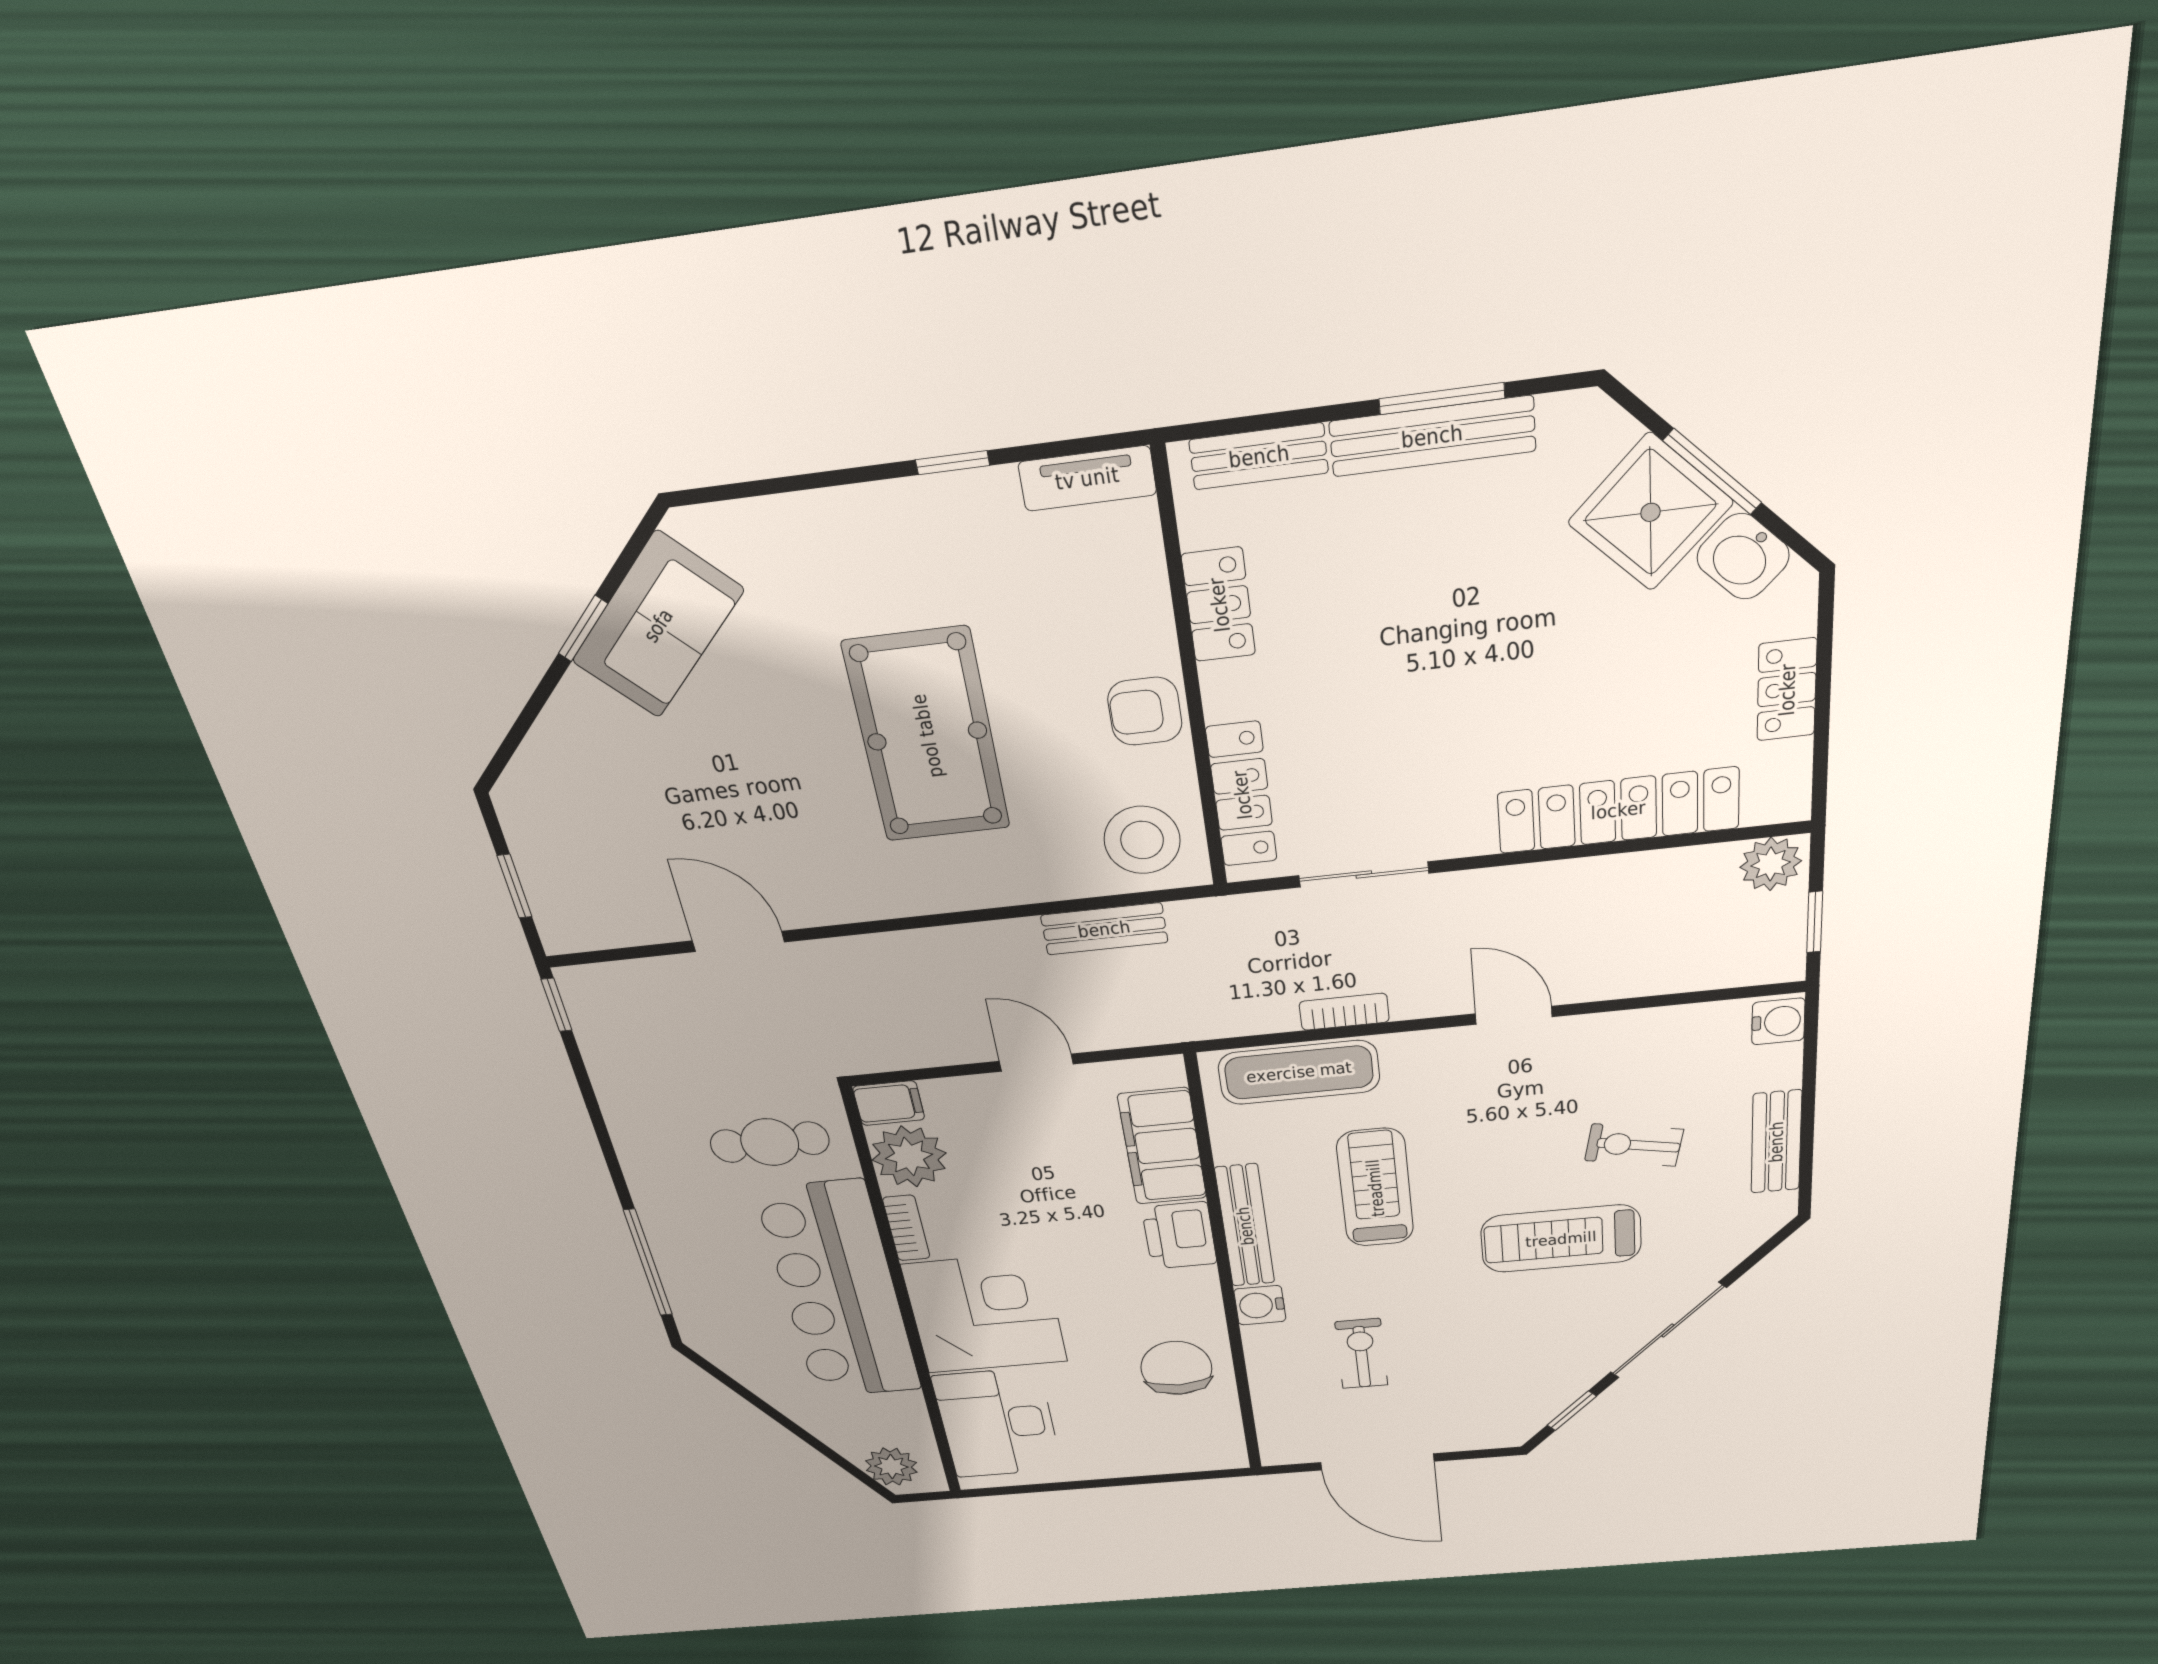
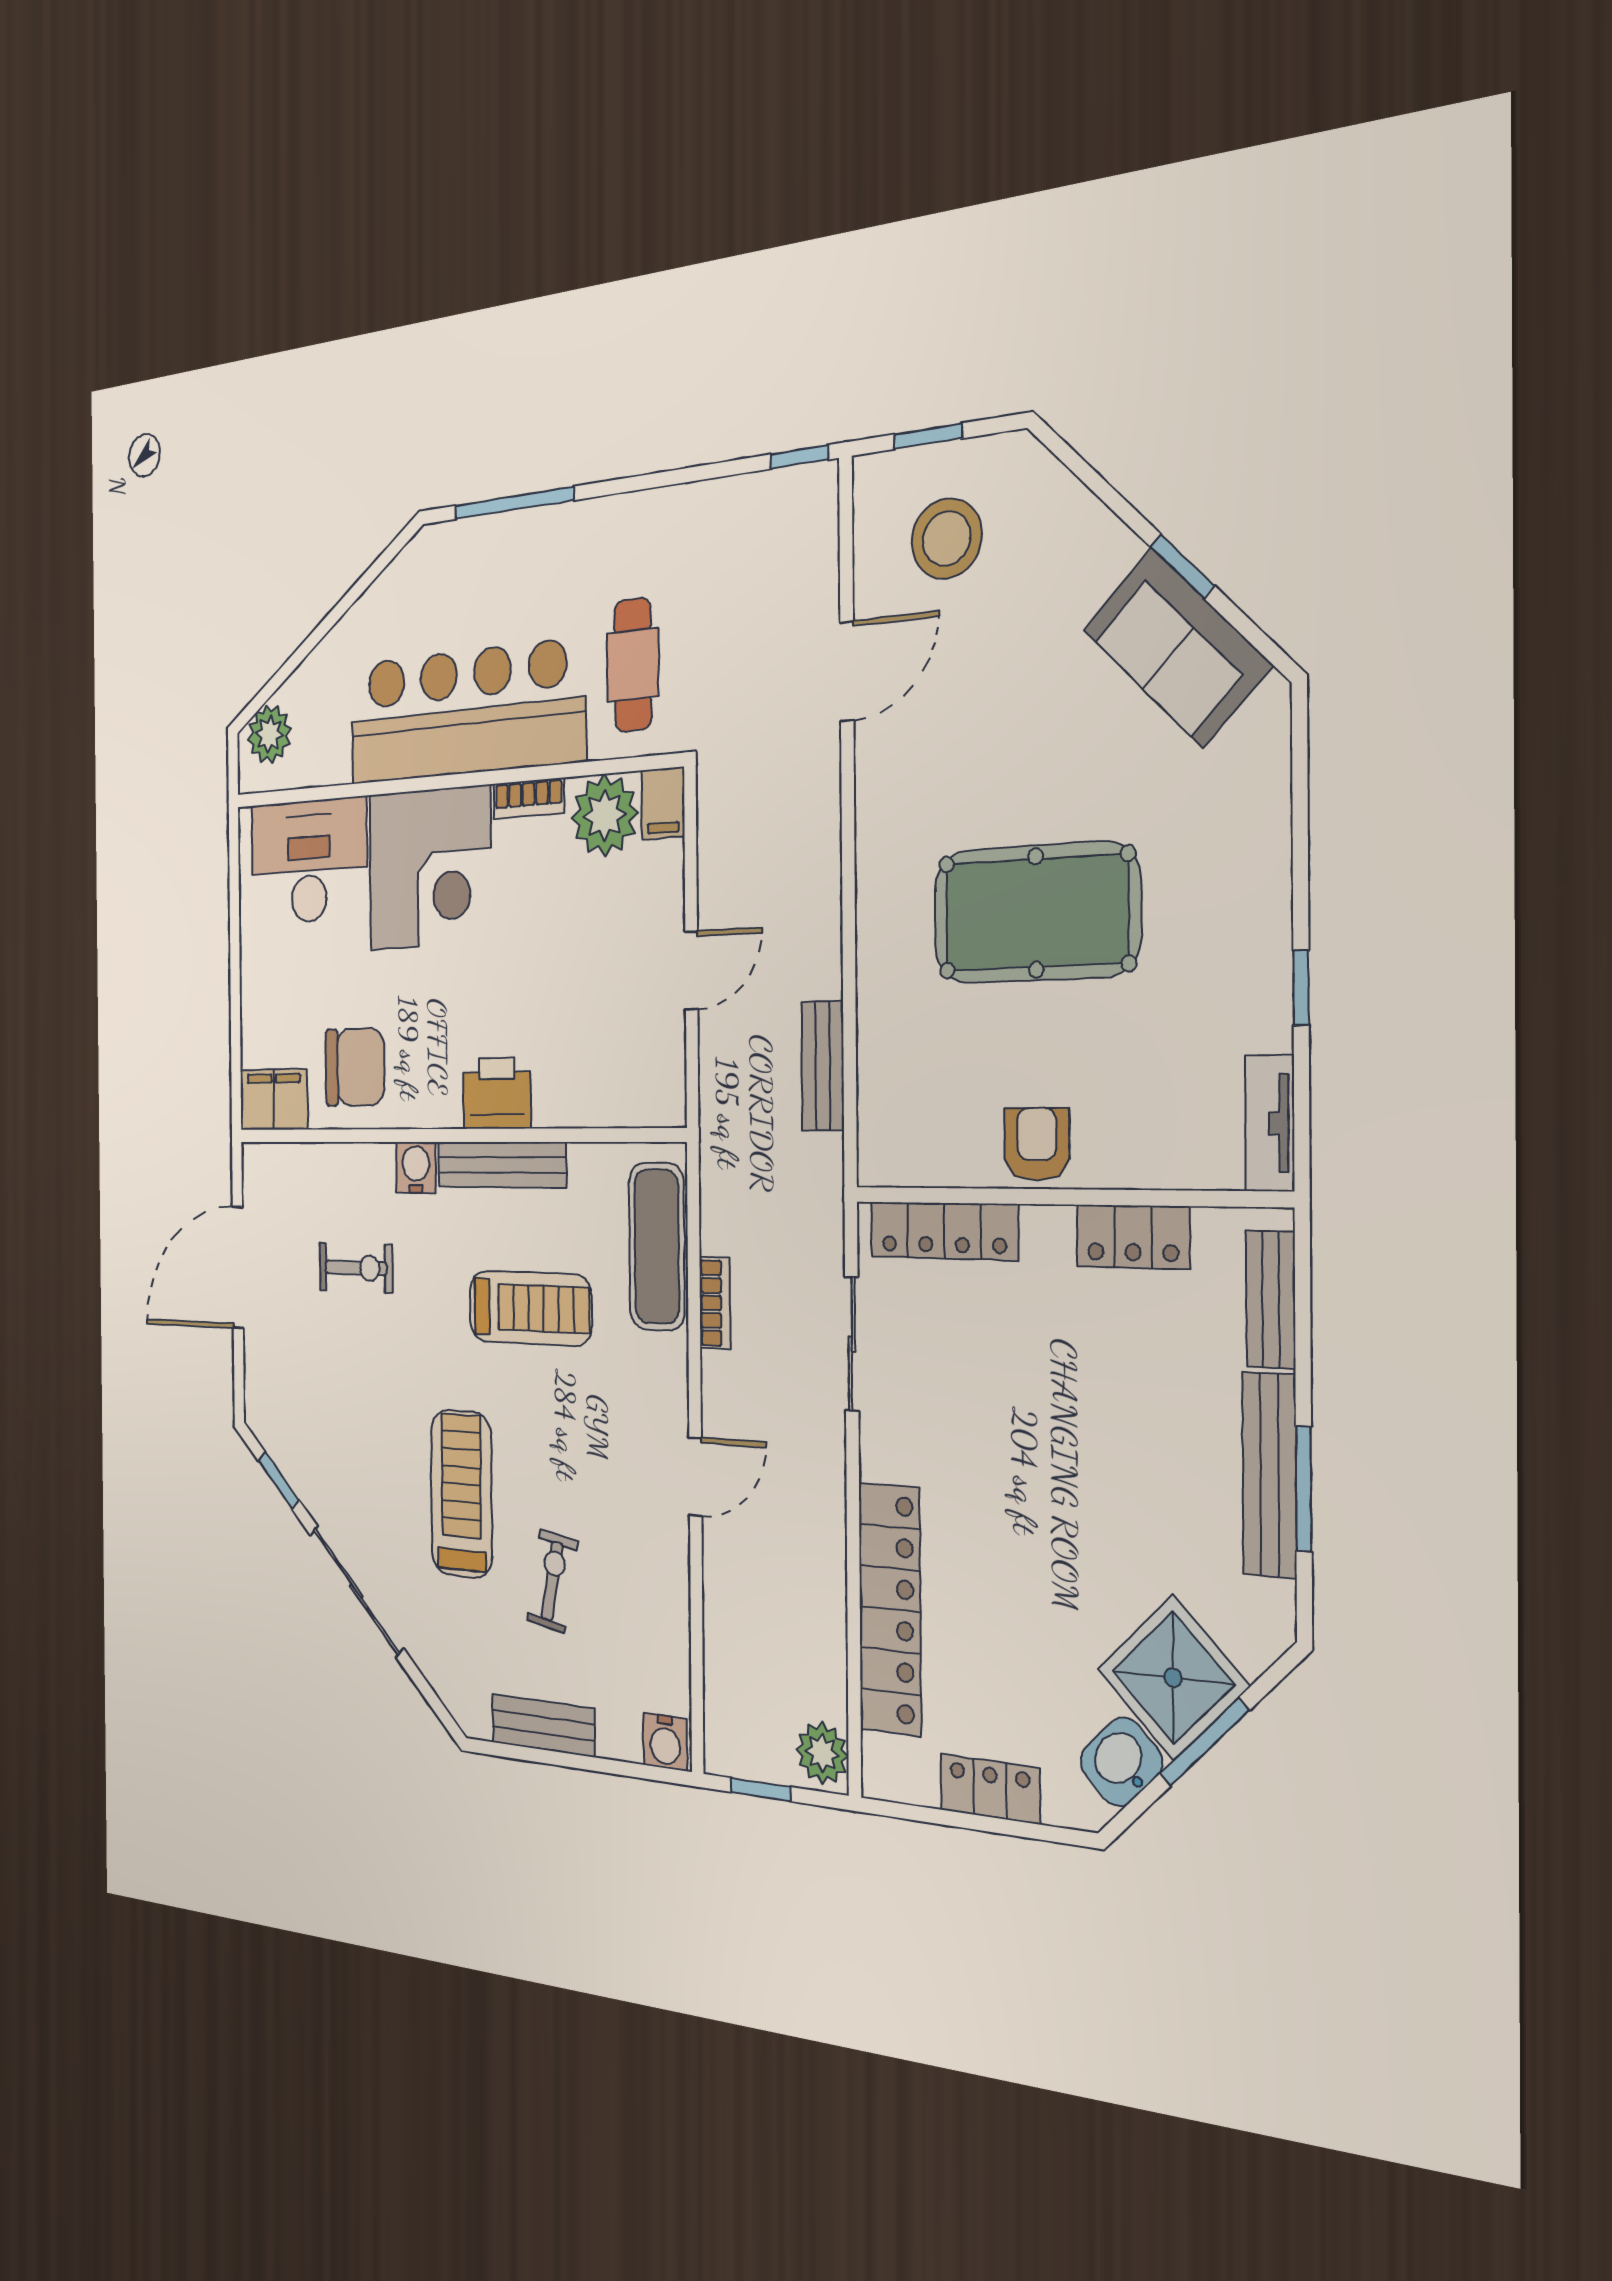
stool: (1142, 840) -> (947, 538), moved
filing cabinet: (1162, 1146) -> (274, 1100), moved, width x0.67, depth x0.86

